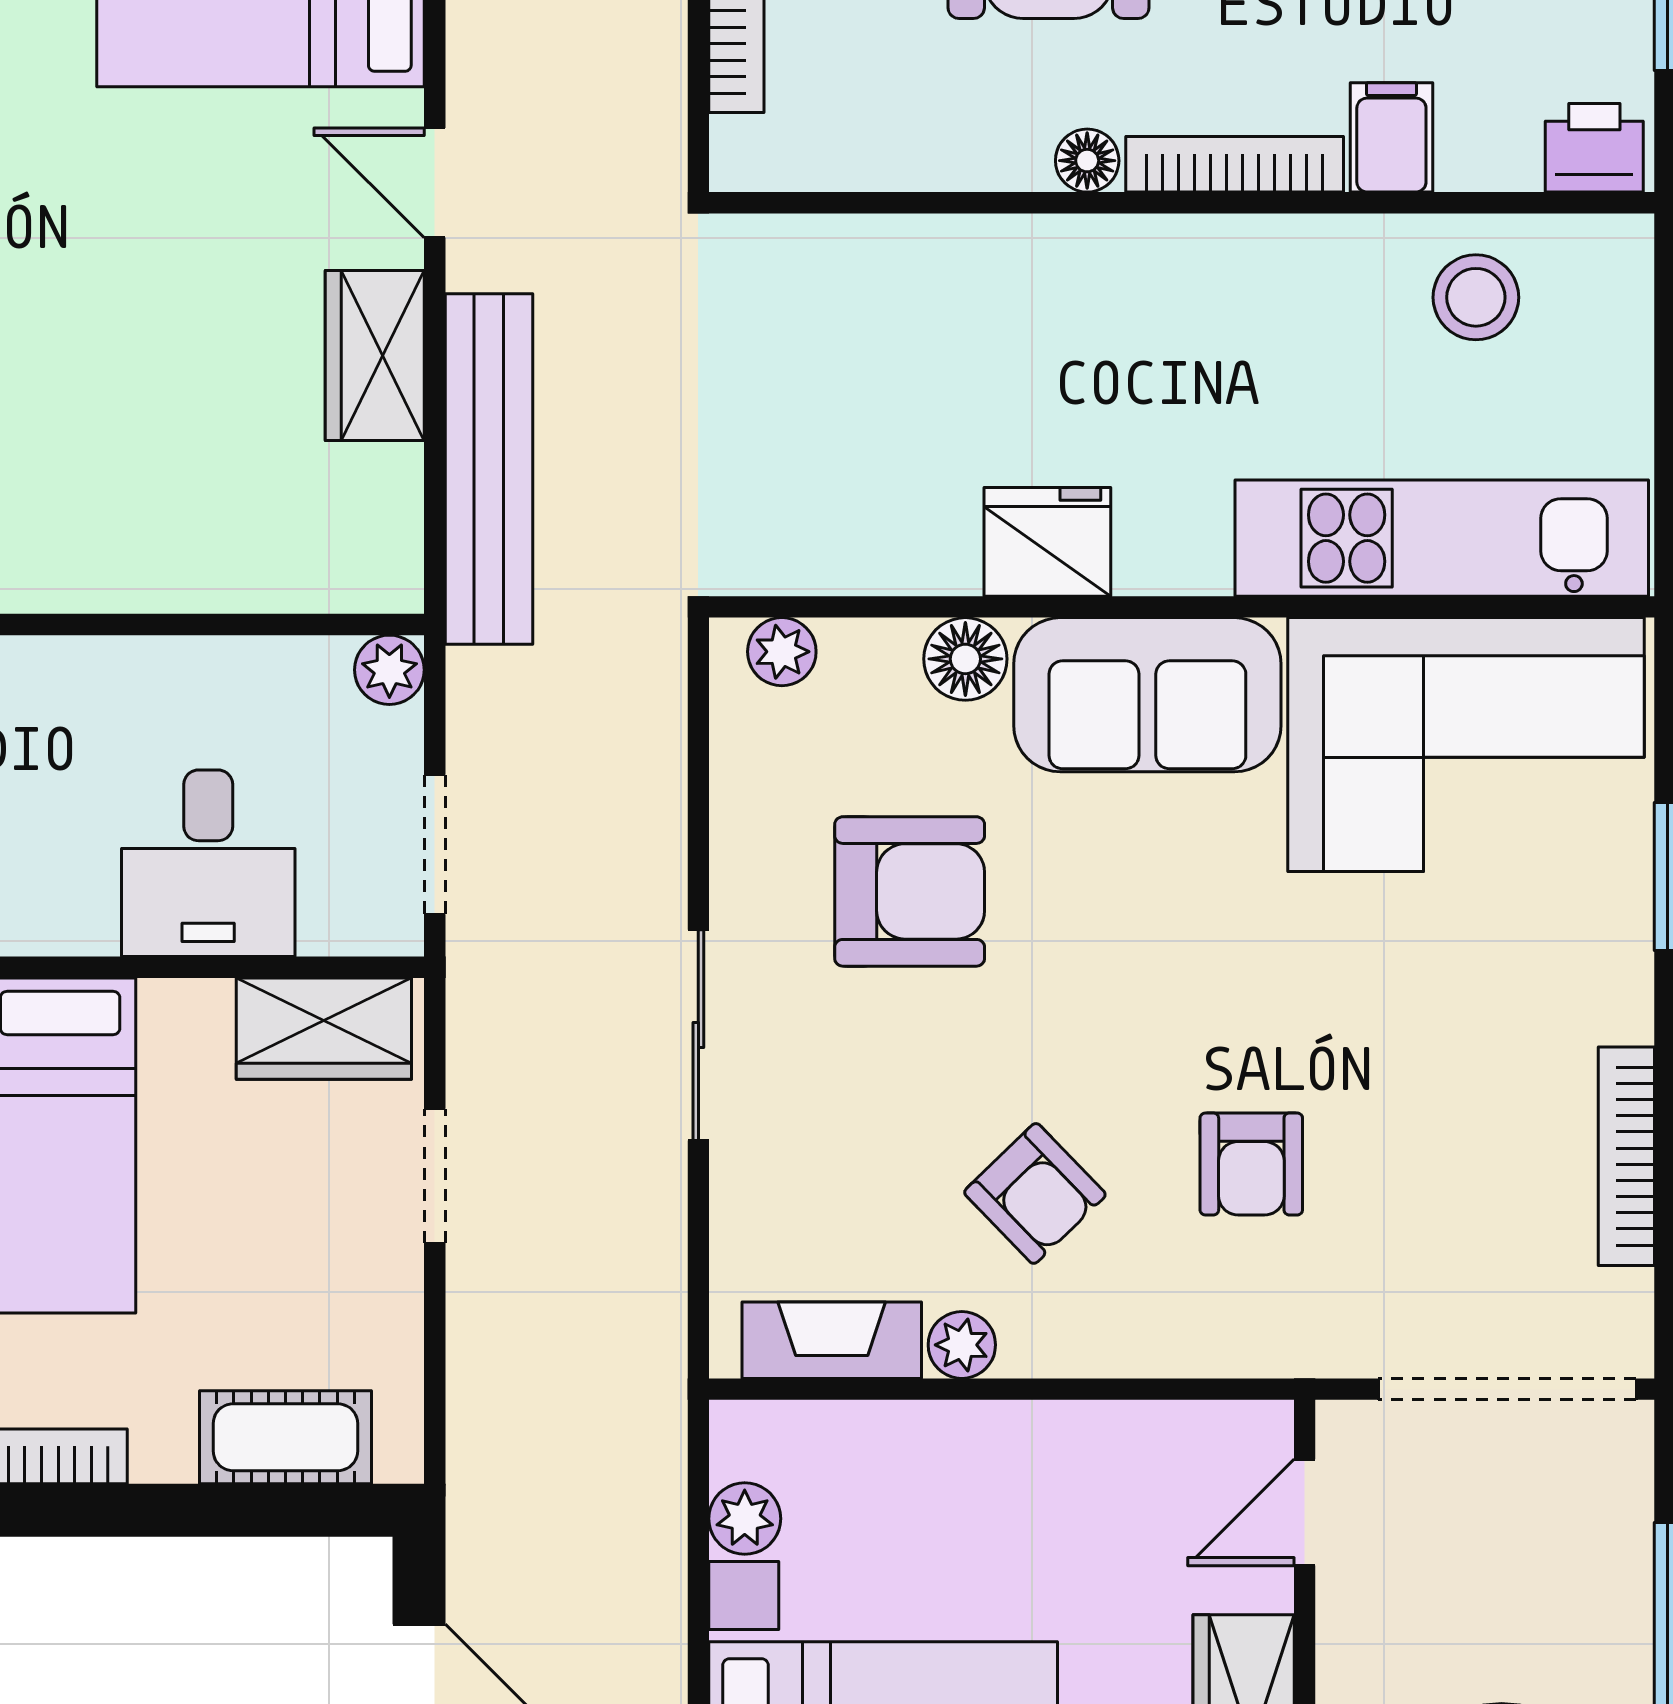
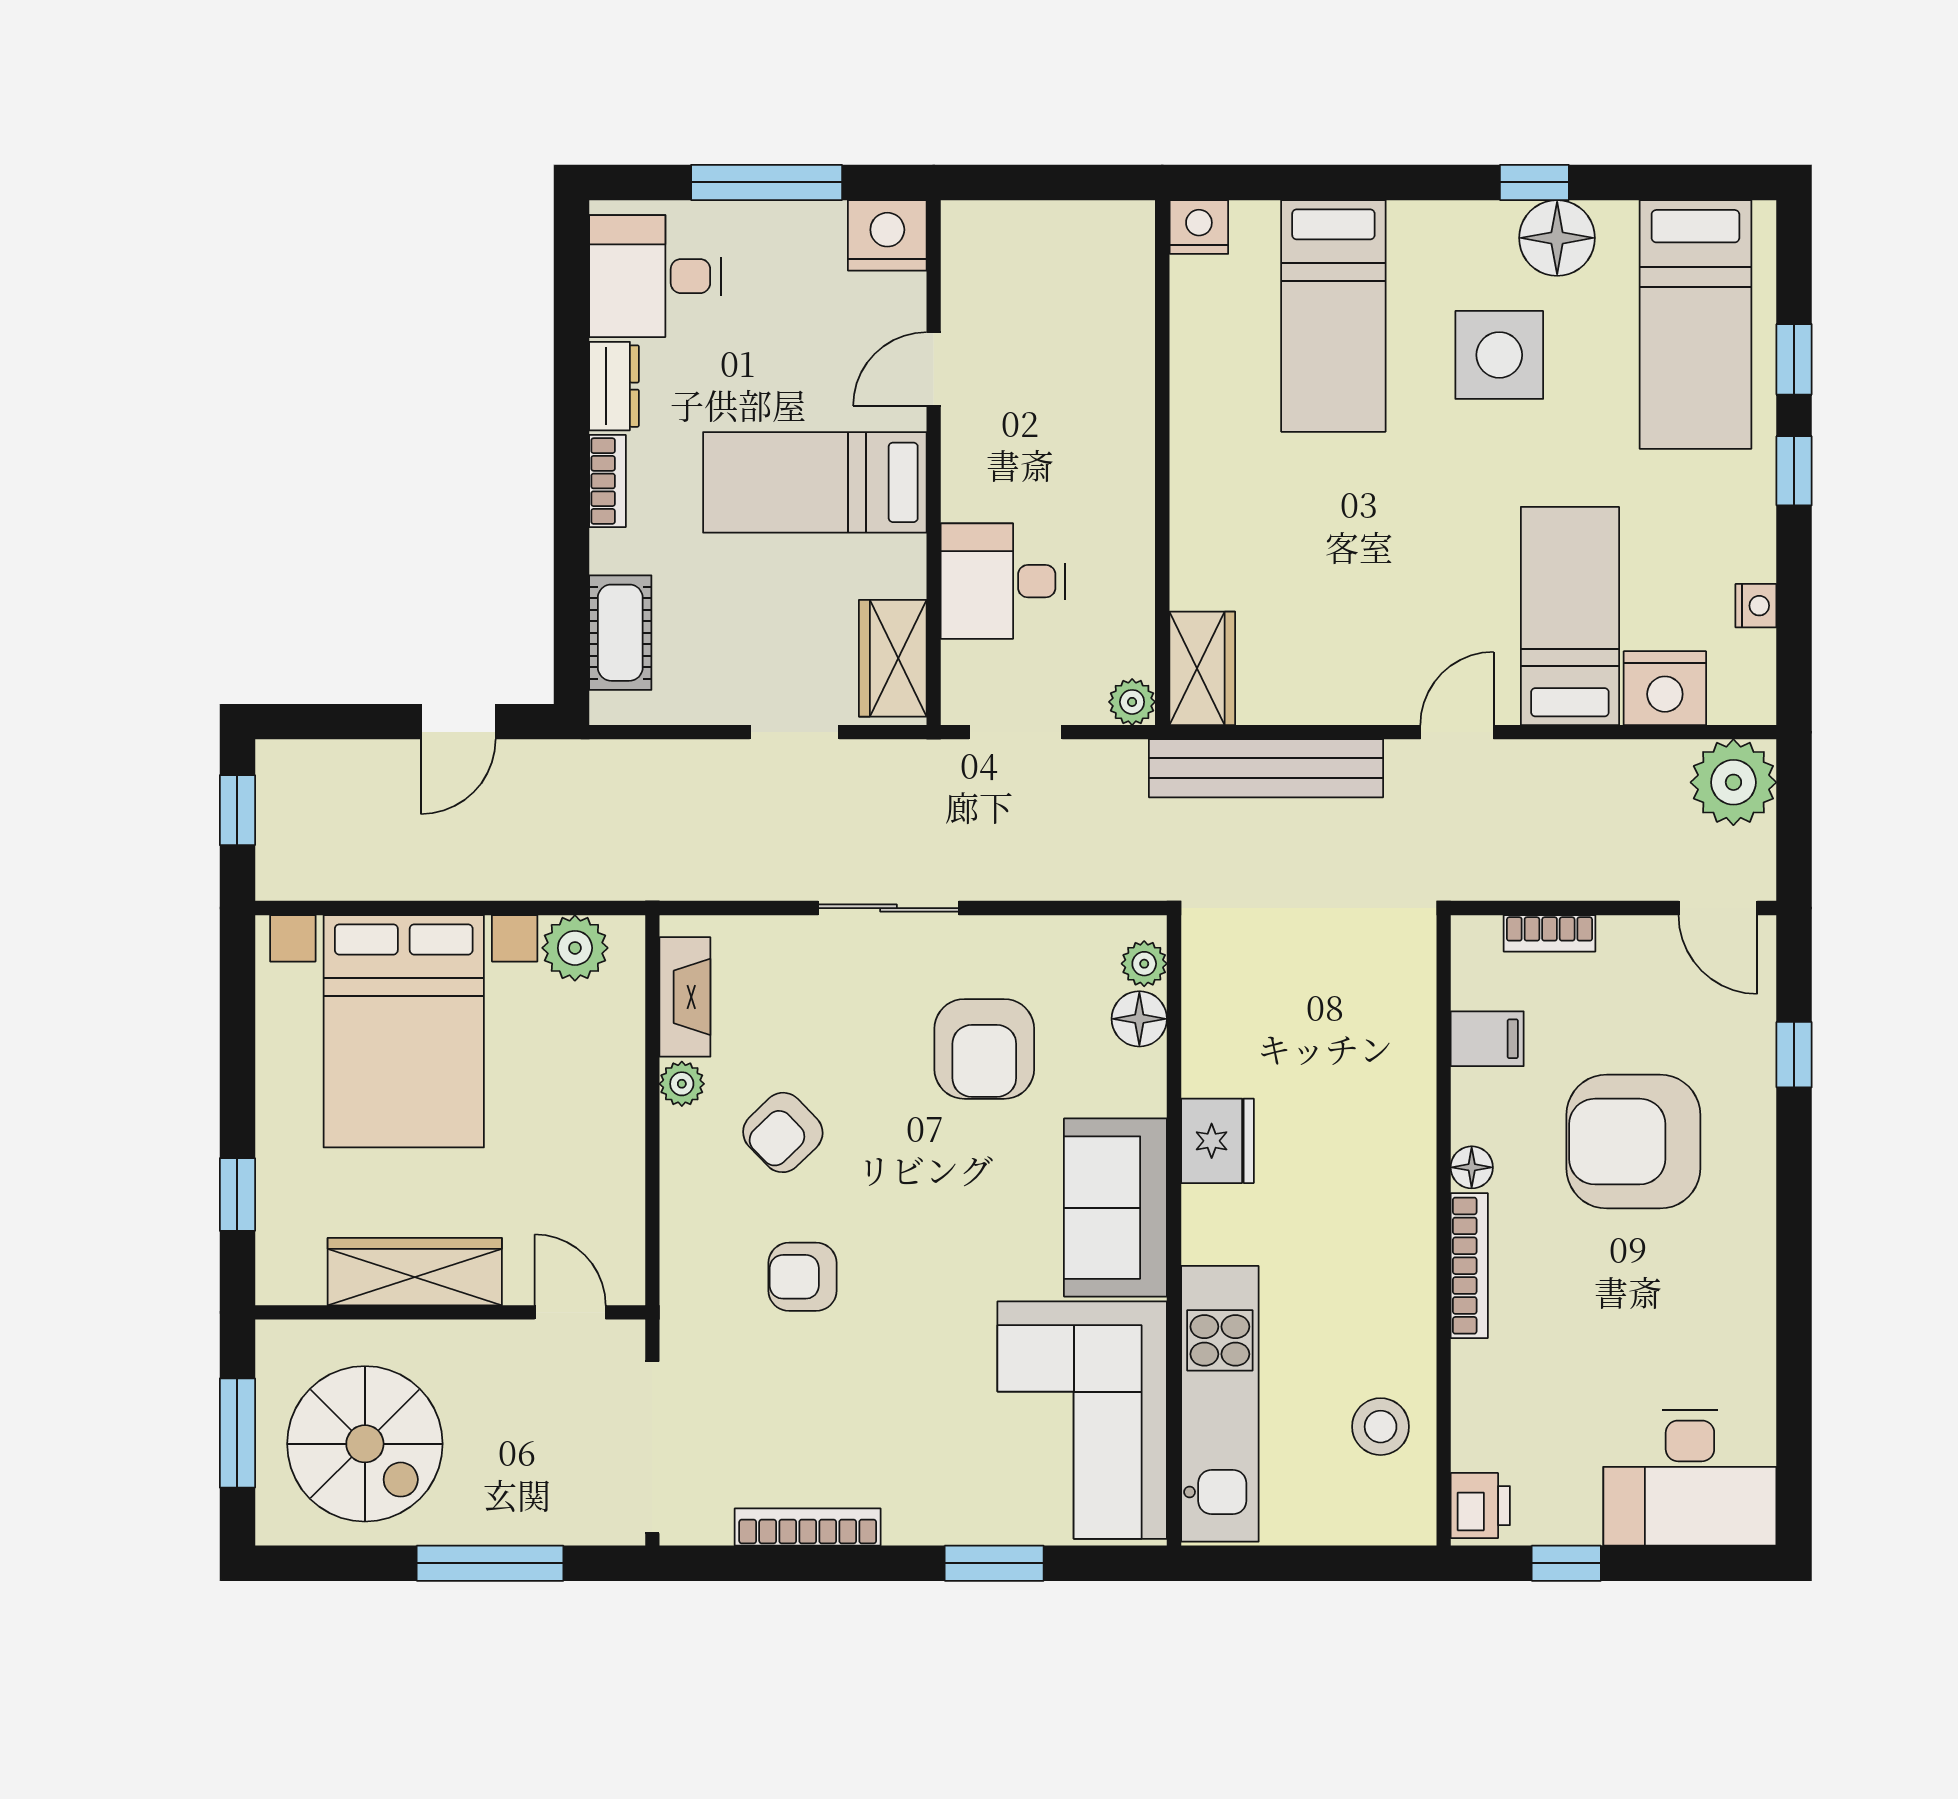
filing cabinet: (1391, 137) -> (1487, 1039), moved
wardrobe: (375, 356) -> (1202, 668), moved, turned 90
floor lamp: (965, 659) -> (1139, 1019), moved
plant: (745, 1519) -> (575, 948), width x1.38, depth x1.38

